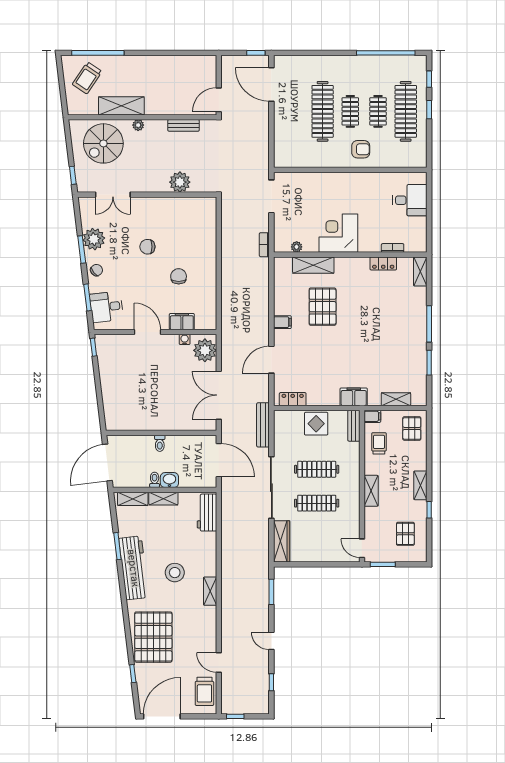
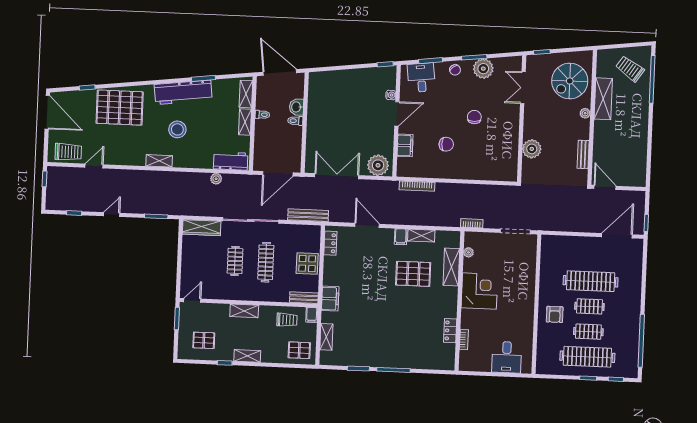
spiral stairs: (103, 143) -> (570, 81), turned -90
shelving: (420, 271) -> (421, 236), moved
bookcase: (226, 307) -> (417, 186), added
water cooler: (185, 339) -> (391, 95), moved
washbasin: (169, 480) -> (297, 107), moved, turned 180
clothes rail: (317, 503) -> (235, 261), width x0.73
plant: (227, 528) -> (216, 179), added
trolley: (204, 691) -> (68, 152), turned 180

